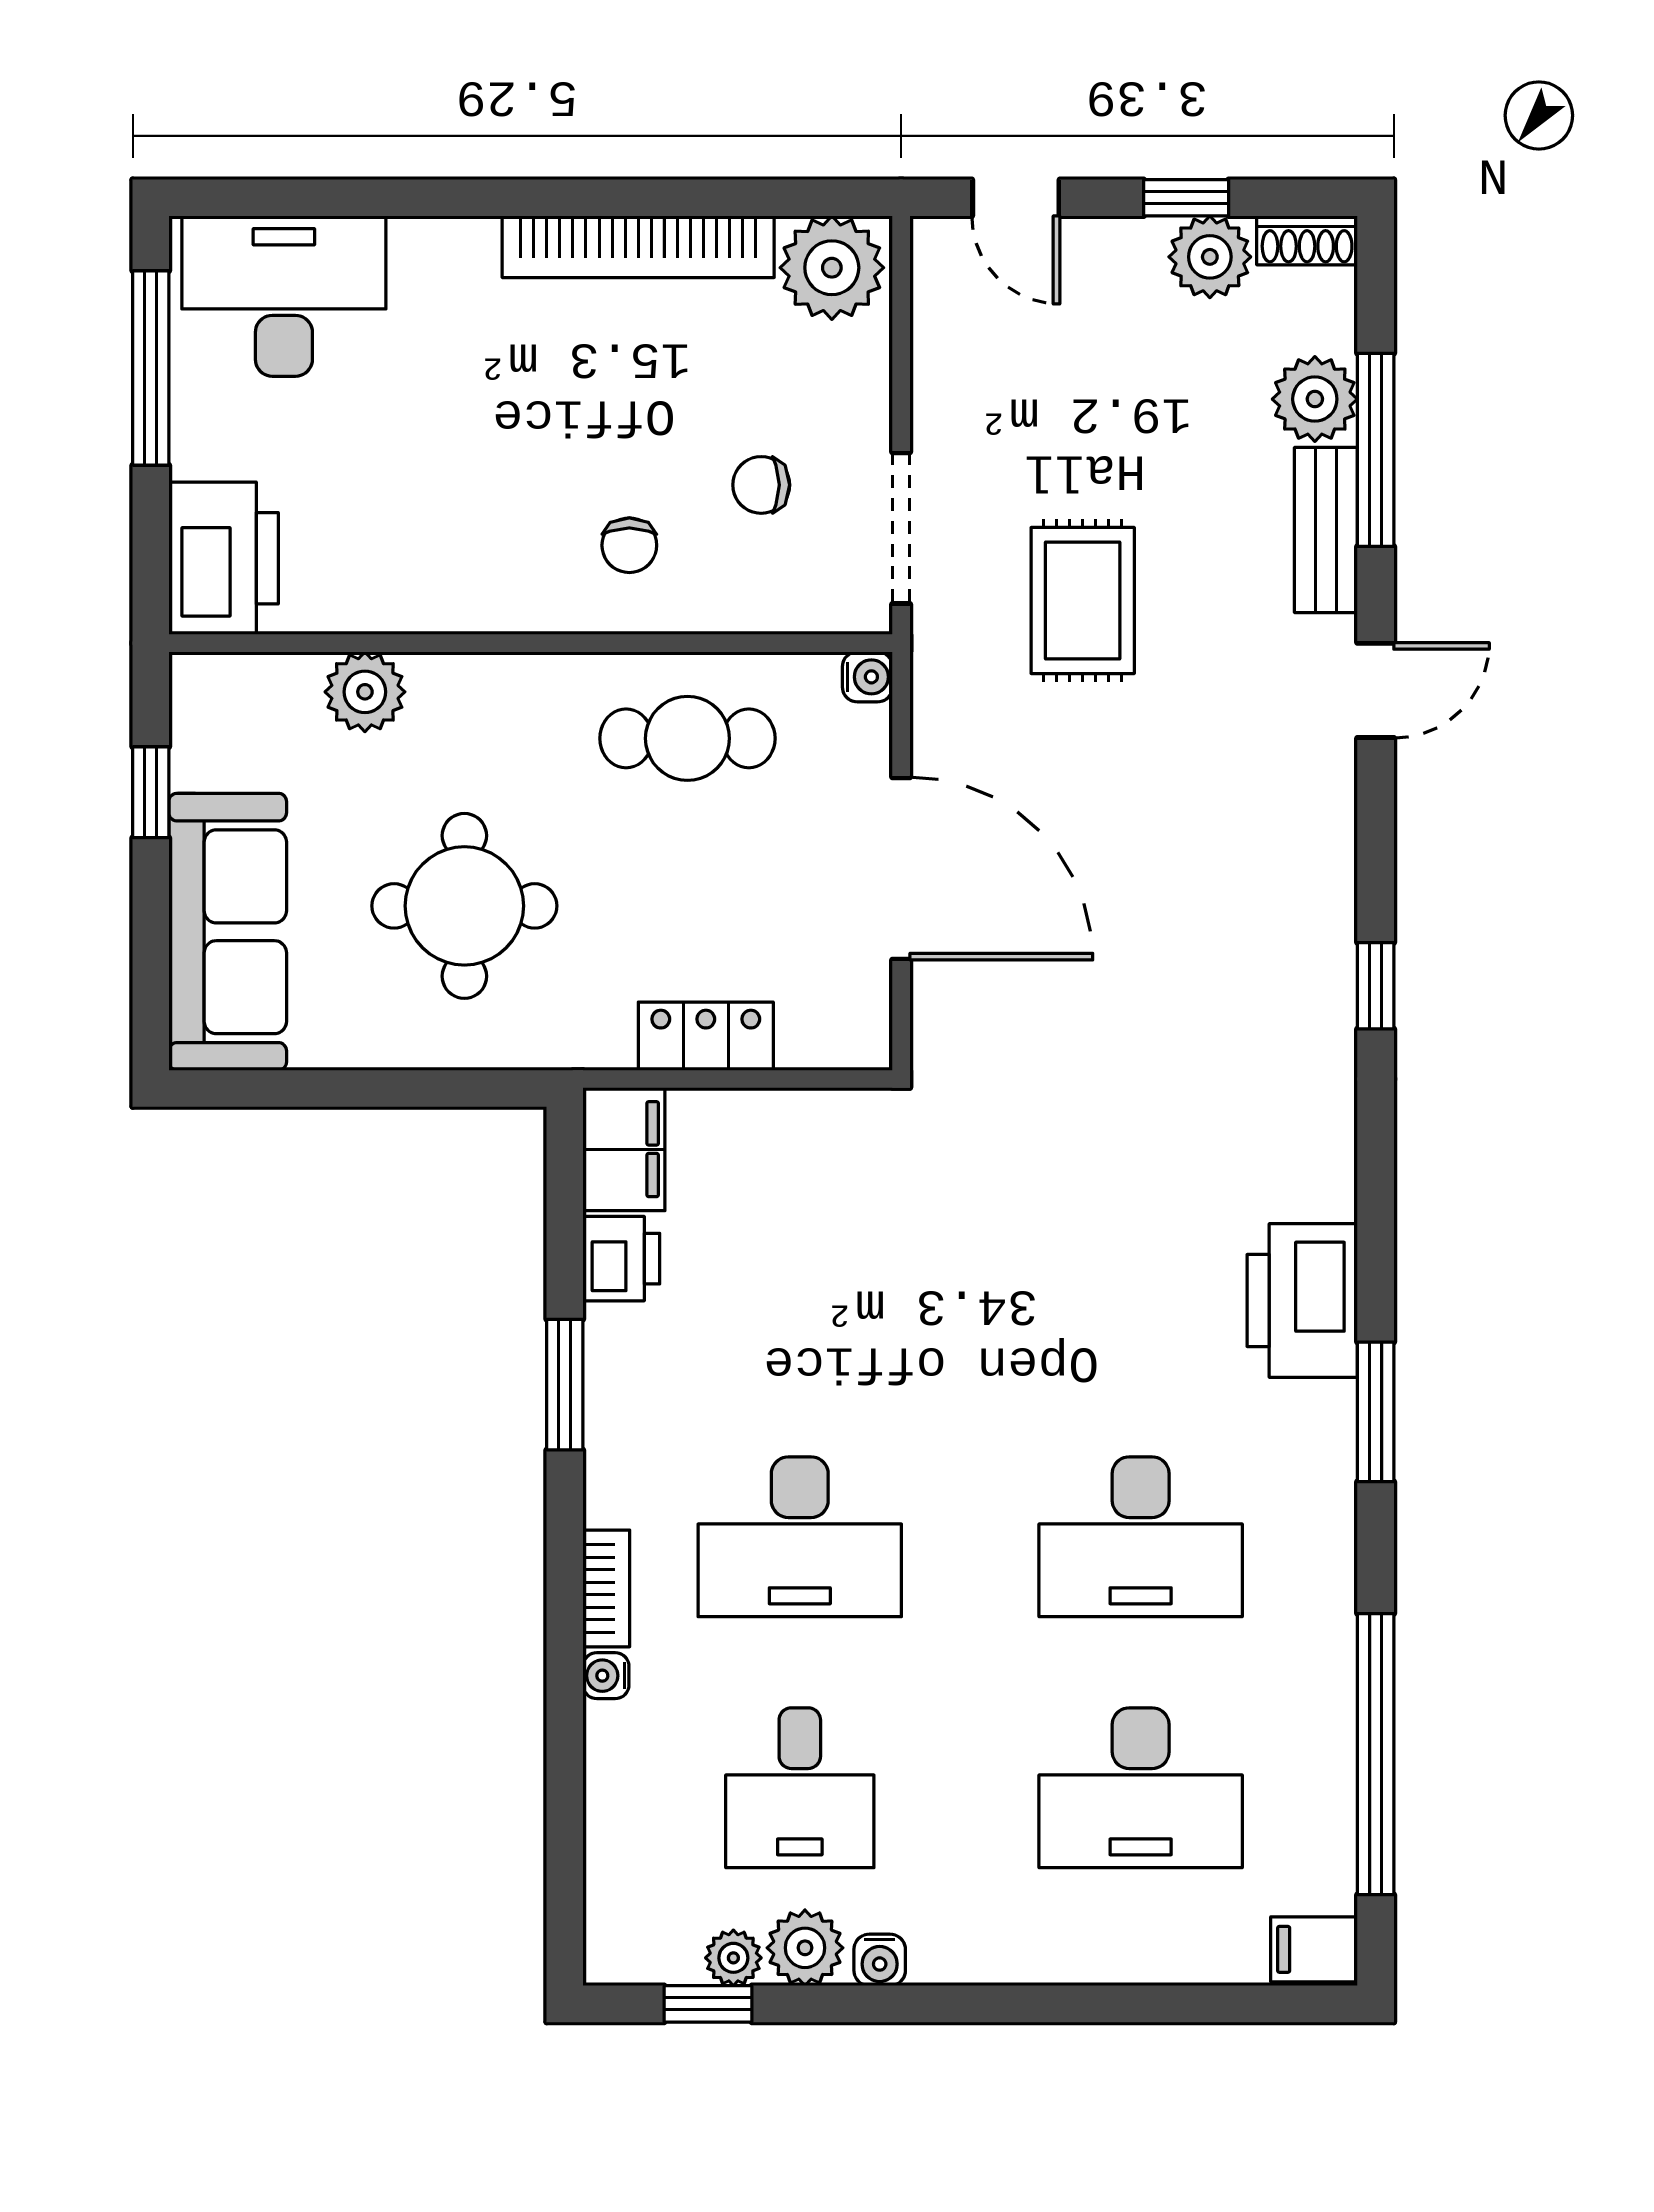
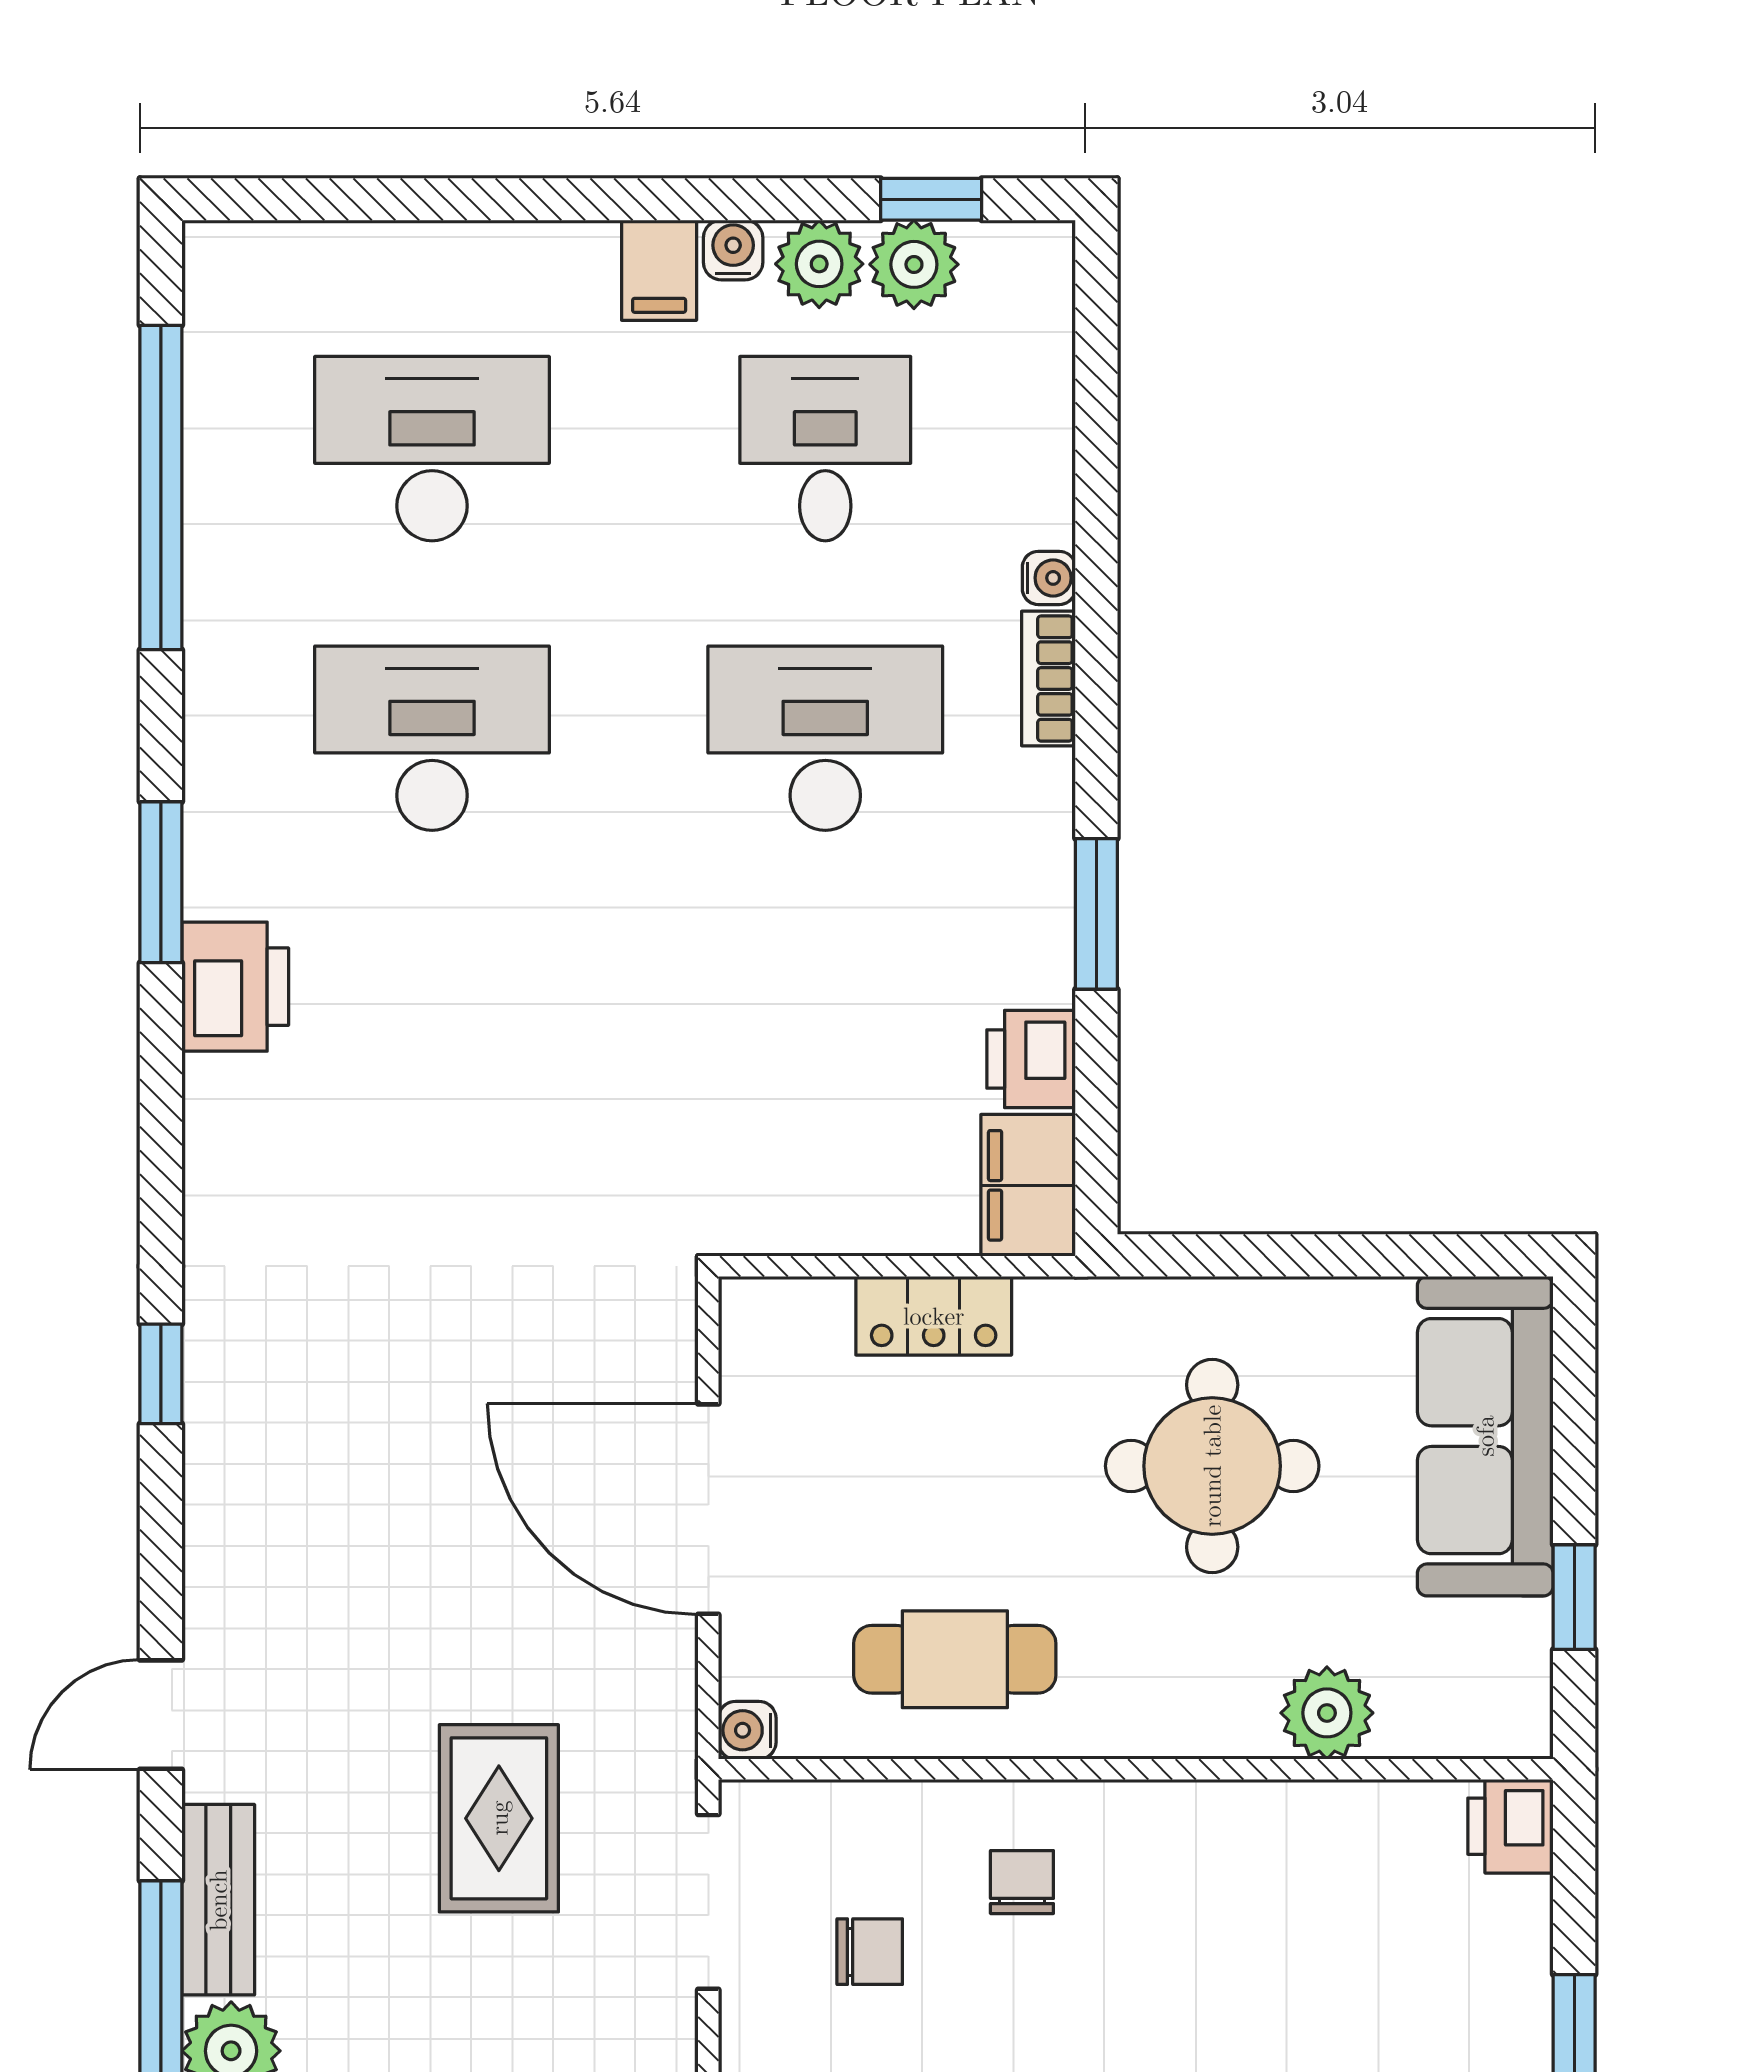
printer: (224, 558) -> (1511, 1826), width x0.53, depth x0.68
printer: (1302, 1301) -> (235, 987), width x0.73, depth x0.84
filing cabinet: (1314, 1949) -> (659, 270), moved, turned 90
plant: (733, 1958) -> (914, 264), width x1.38, depth x1.38

